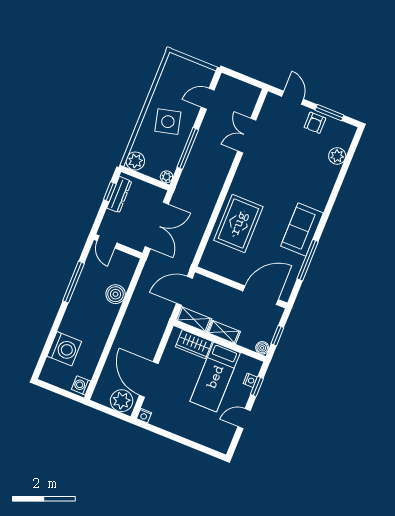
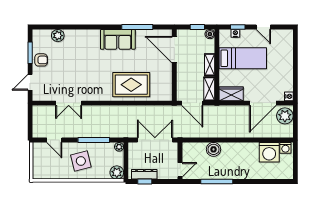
wardrobe: (194, 344) -> (231, 94), moved, turned -90
washing machine: (64, 349) -> (269, 152), moved, turned 180

